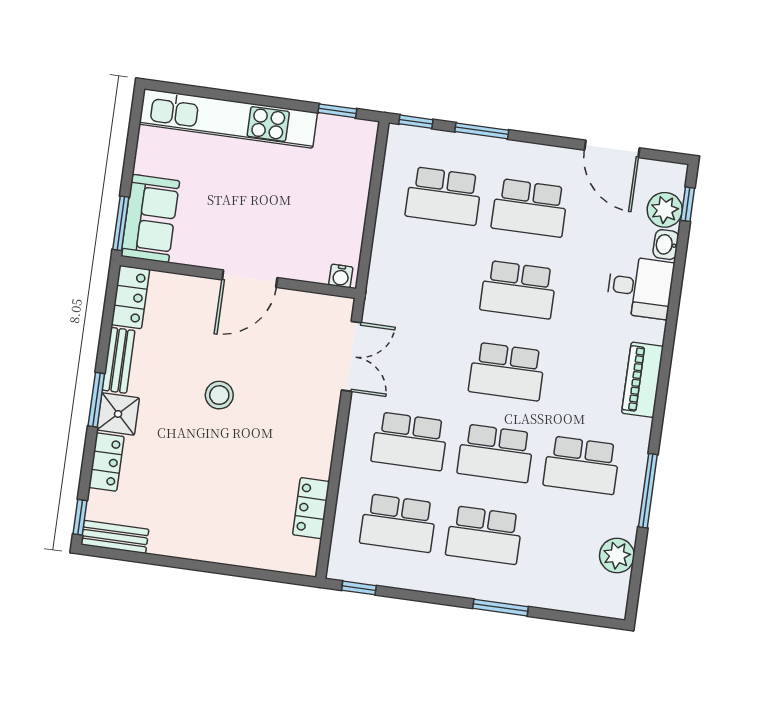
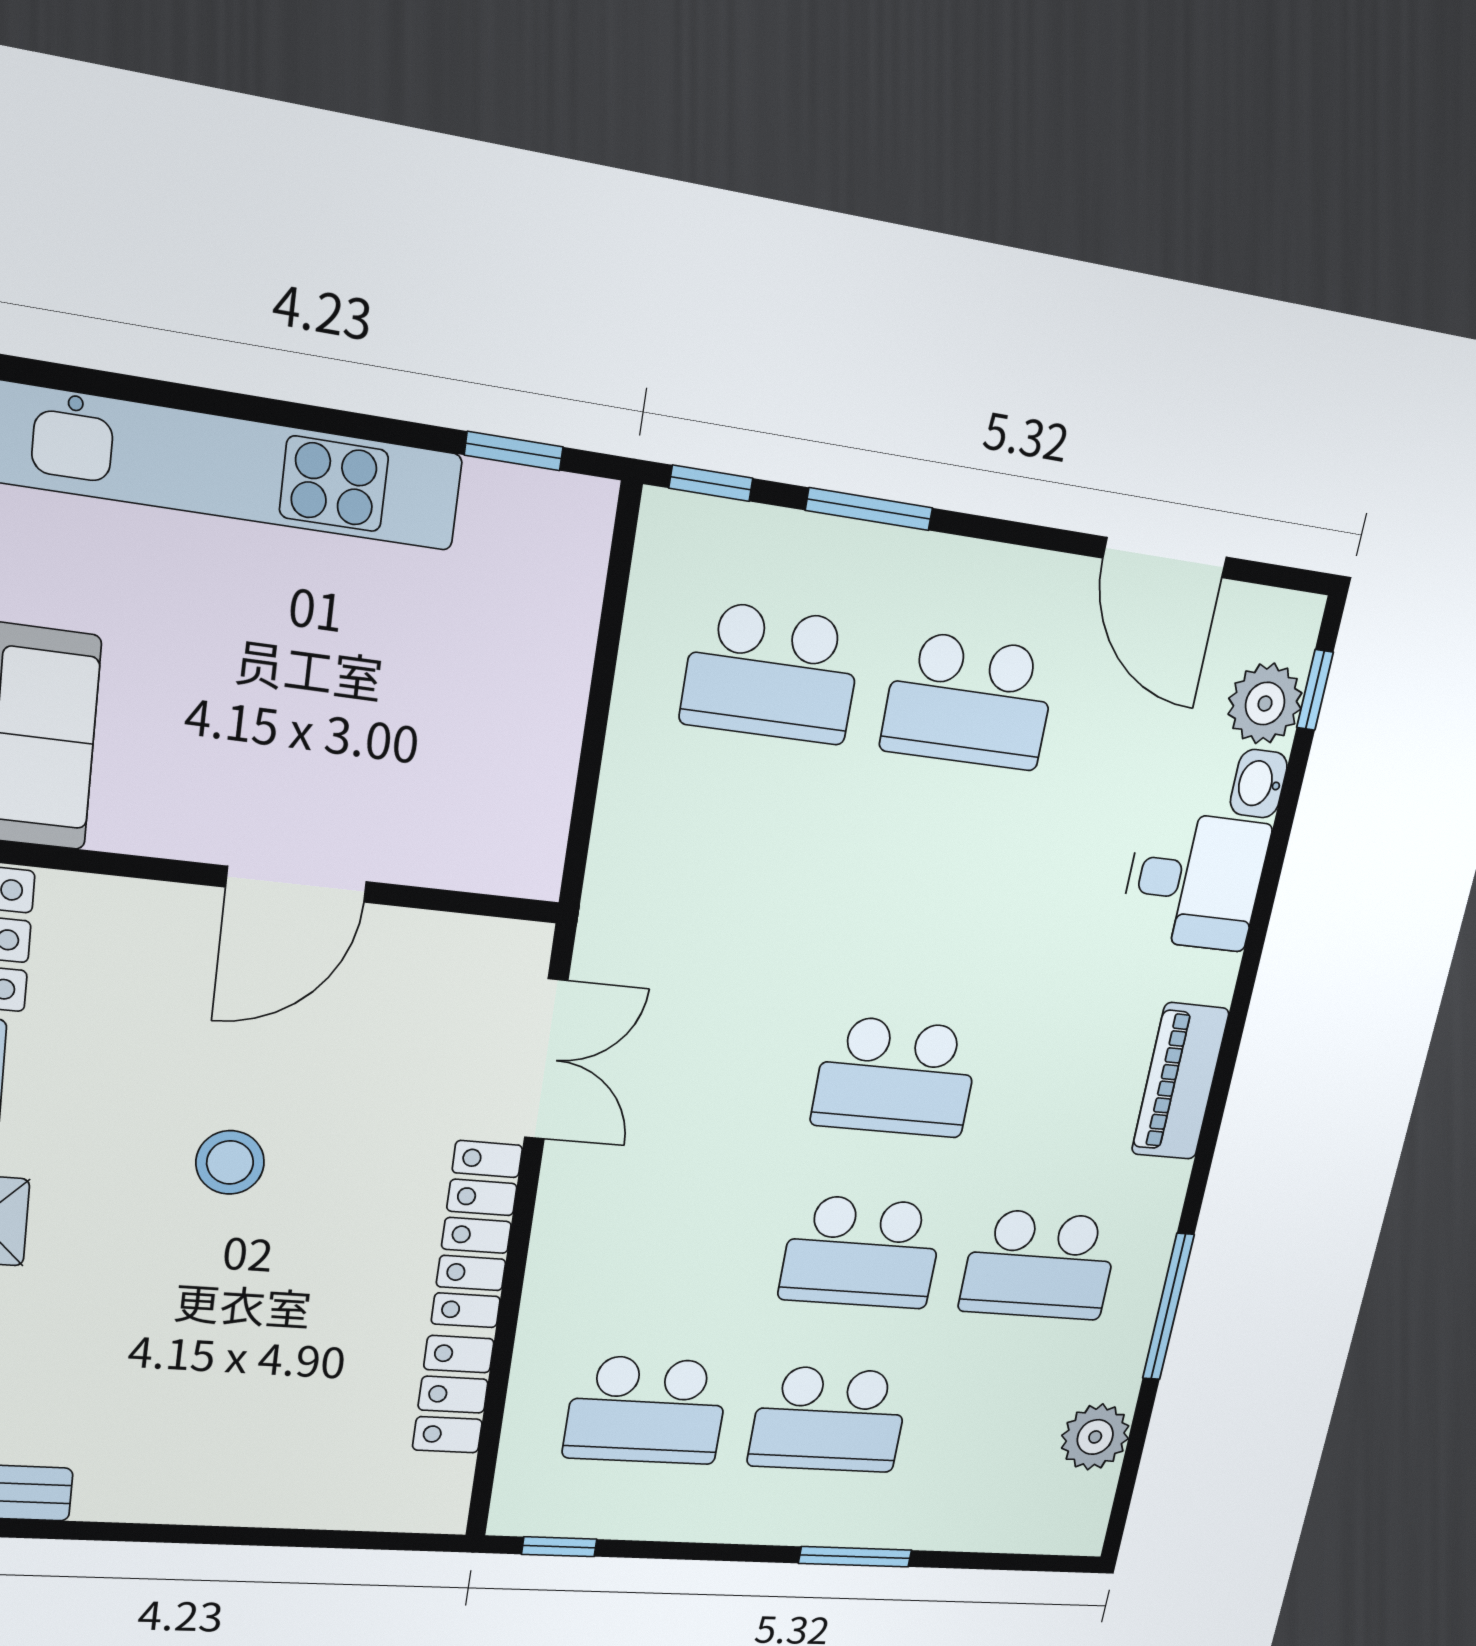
water cooler: (341, 276) -> (522, 872), removed
school desk: (518, 290) -> (932, 894), removed
locker: (322, 434) -> (476, 1235), added
school desk: (410, 441) -> (676, 1239), removed

